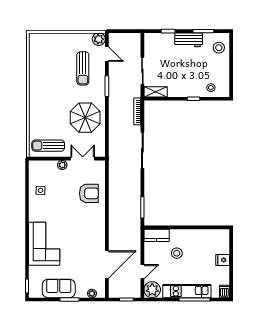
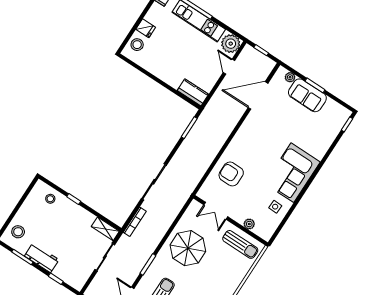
plant: (62, 165) -> (249, 224), moved
corner sofa: (44, 244) -> (292, 173), moved
stool: (177, 253) -> (137, 45), moved
door: (142, 272) -> (229, 67), hinge flipped
sofa: (59, 288) -> (307, 95), moved

